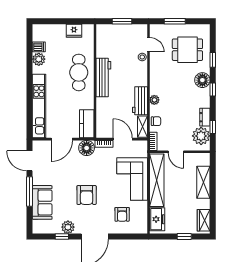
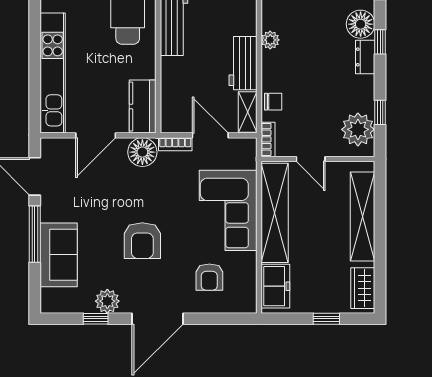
plant: (154, 100) -> (270, 40), moved
dresser: (205, 117) -> (365, 57), moved
shelving: (203, 182) -> (363, 217), width x1.47

